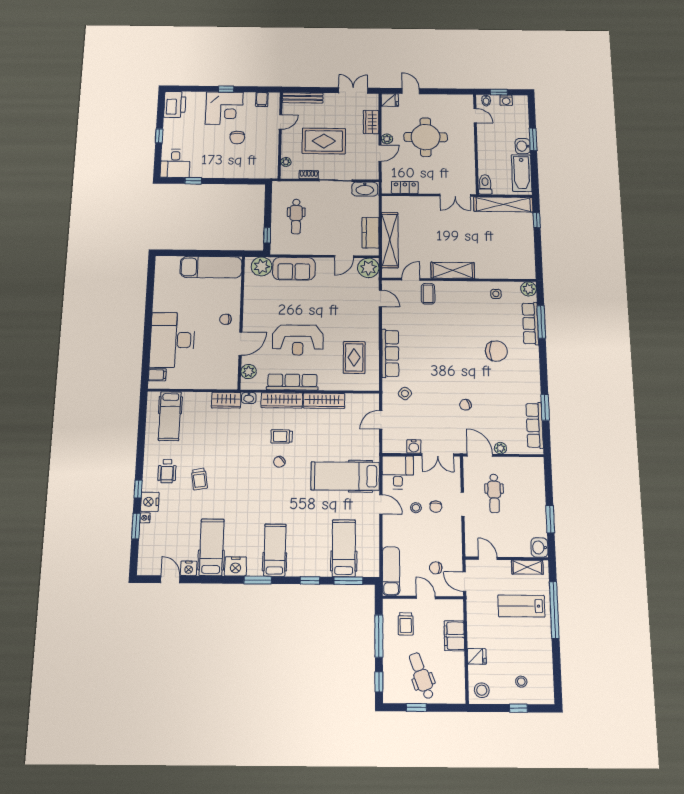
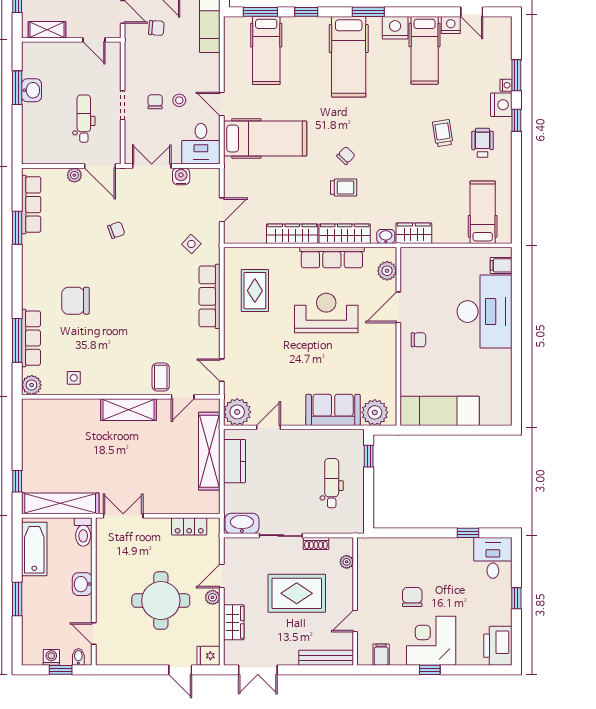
washbasin: (523, 146) -> (82, 584), moved, turned 180
washbasin: (539, 547) -> (32, 90), moved
hospital bed: (275, 550) -> (349, 57), width x1.37, depth x1.29

